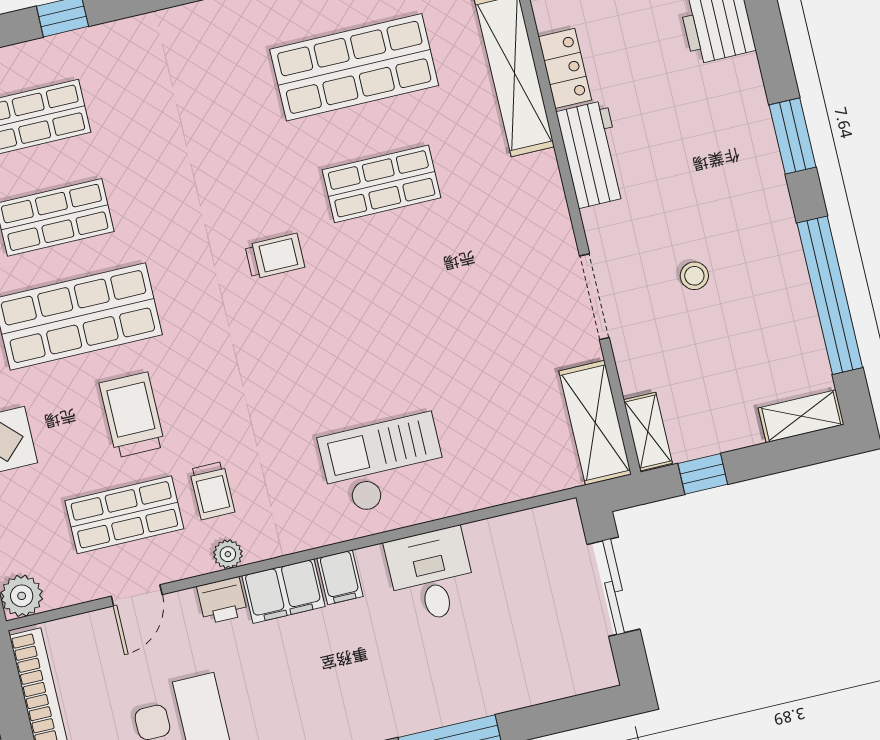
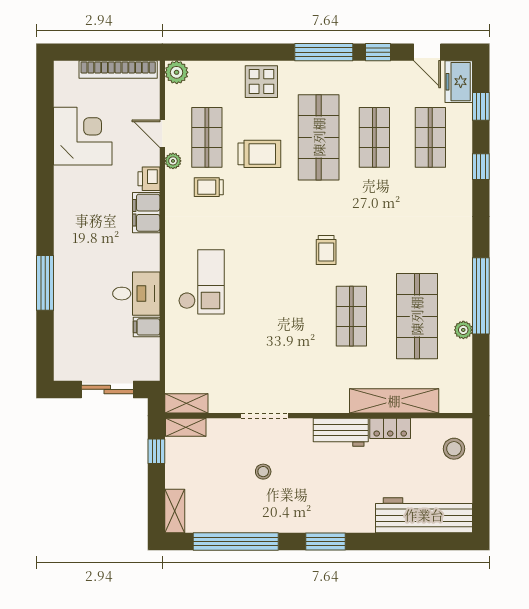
shelving: (595, 423) -> (186, 403), width x0.67, depth x0.75
plant: (228, 554) -> (173, 161), moved
filing cabinet: (340, 577) -> (147, 327), moved

